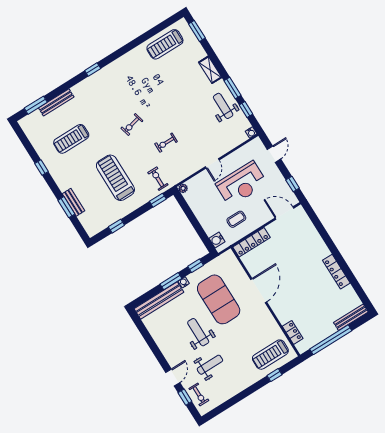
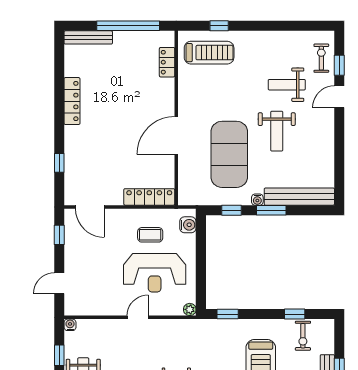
exercise bike: (158, 179) -> (303, 336), moved
reception desk: (241, 184) -> (155, 273), moved, turned 180
window: (320, 229) -> (59, 163), added

